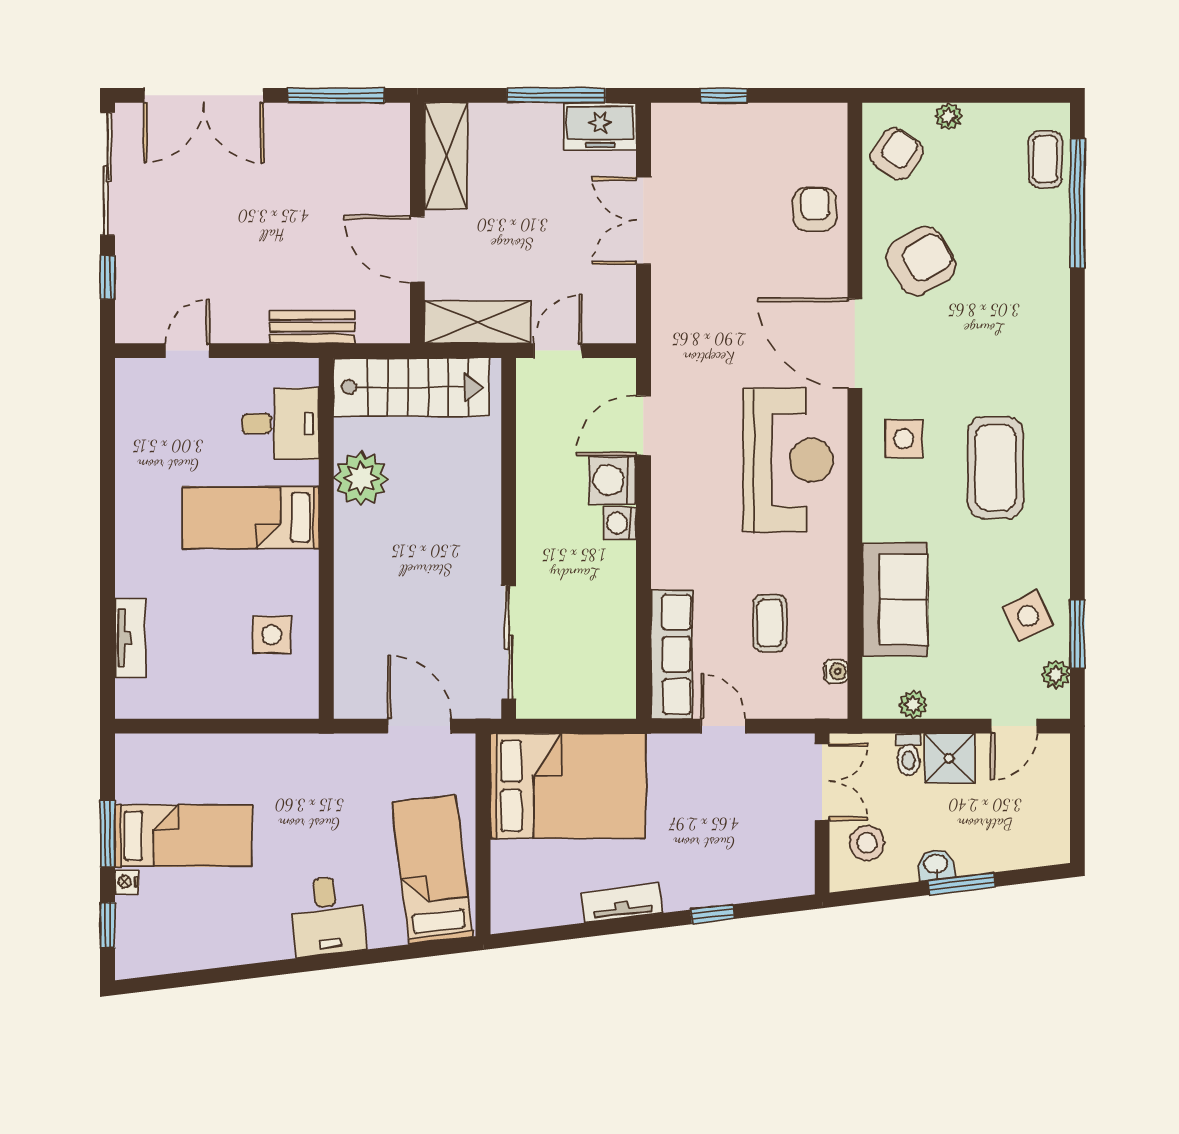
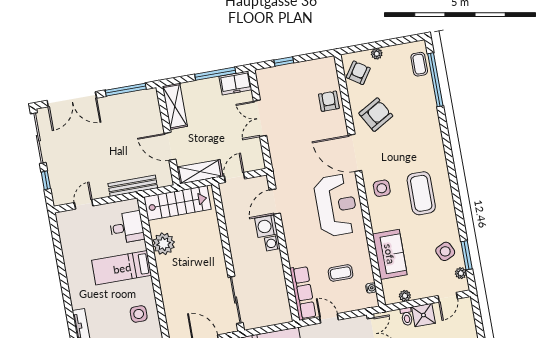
bench: (312, 327) -> (133, 186), width x1.36
coffee table: (770, 623) -> (341, 273), turned 90

